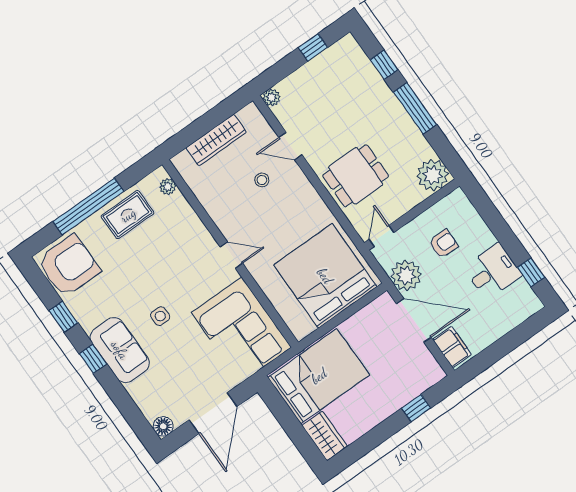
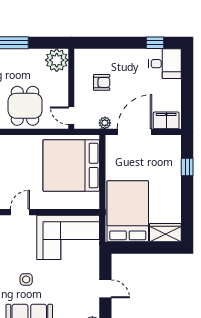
armchair: (443, 244) -> (102, 82), turned 90
desk: (493, 271) -> (165, 64), moved, turned 90
plant: (406, 275) -> (105, 123), width x0.53, depth x0.53
door: (213, 413) -> (105, 289), width x0.53

